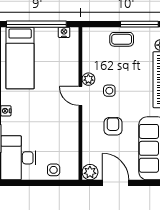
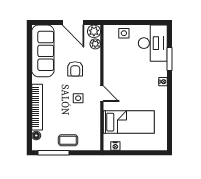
window: (36, 24) -> (138, 153), removed
bed: (20, 58) -> (129, 122), moved, turned 90
plant: (88, 79) -> (95, 44), moved

